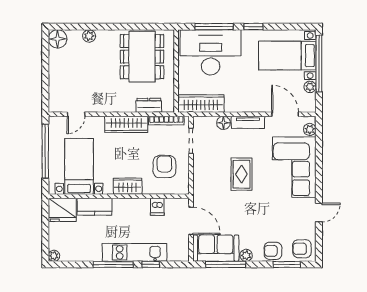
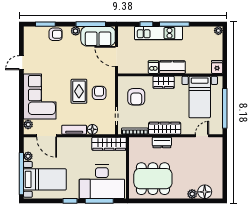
floor lamp: (58, 39) -> (205, 192), moved
dining table: (142, 57) -> (153, 179), turned 90
dresser: (149, 105) -> (162, 142), moved
kitchen counter: (95, 207) -> (172, 67), moved
dishwasher: (157, 207) -> (153, 67), moved
fridge: (62, 210) -> (217, 67), width x0.53, depth x0.75
armchair: (302, 249) -> (99, 93), moved, turned -90

